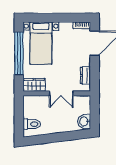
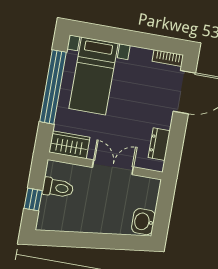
double door: (61, 93) -> (113, 167), swing flipped
window: (19, 120) -> (33, 200), added
toilet: (32, 124) -> (58, 188), moved

